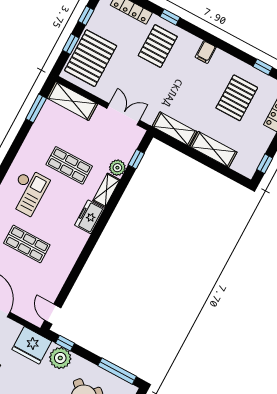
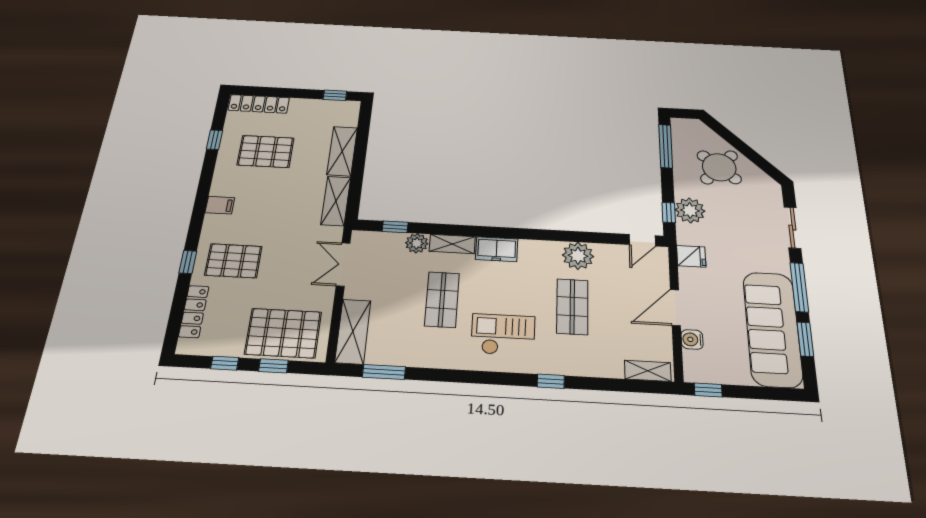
plant: (61, 266) -> (578, 256), added
fridge: (32, 345) -> (691, 256), width x0.53, depth x0.75

